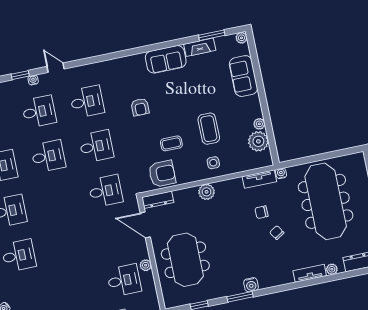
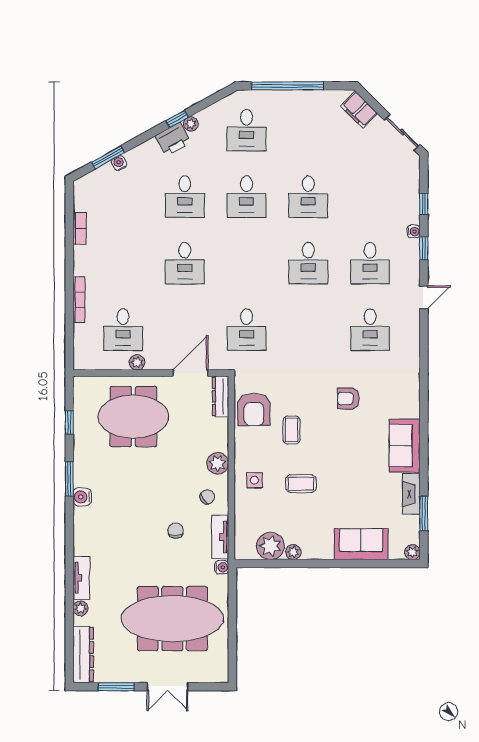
water cooler: (33, 80) -> (414, 232), moved
coffee table: (209, 129) -> (301, 484), width x0.73, depth x0.77
desk: (96, 146) -> (185, 263), moved
chair: (277, 233) -> (207, 497), moved

